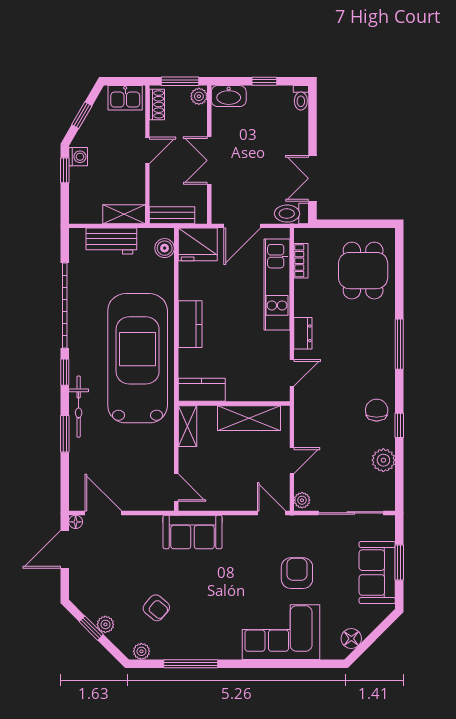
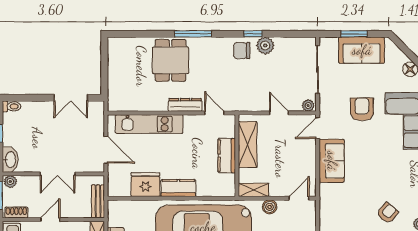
door: (147, 150) -> (50, 220), hinge flipped
toilet: (291, 214) -> (97, 113), removed
fridge: (198, 244) -> (145, 185), moved, turned -90
boiler: (165, 248) -> (270, 207), moved
bookcase: (301, 261) -> (132, 106), removed
dining table: (363, 271) -> (171, 60), moved, turned 90
dresser: (303, 333) -> (185, 105), width x1.44
kitchen counter: (202, 390) -> (227, 156), moved
plant: (383, 460) -> (265, 45), moved
sofa: (192, 532) -> (332, 161), moved
armchair: (297, 573) -> (362, 109), turned 90

